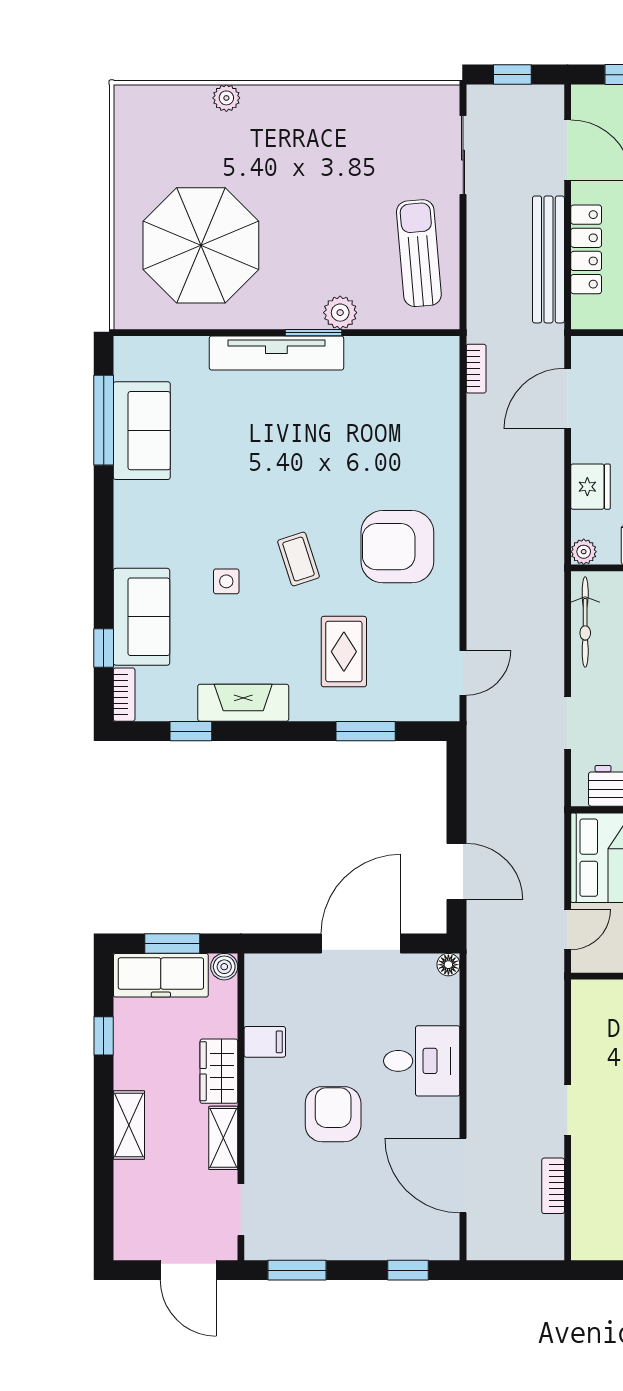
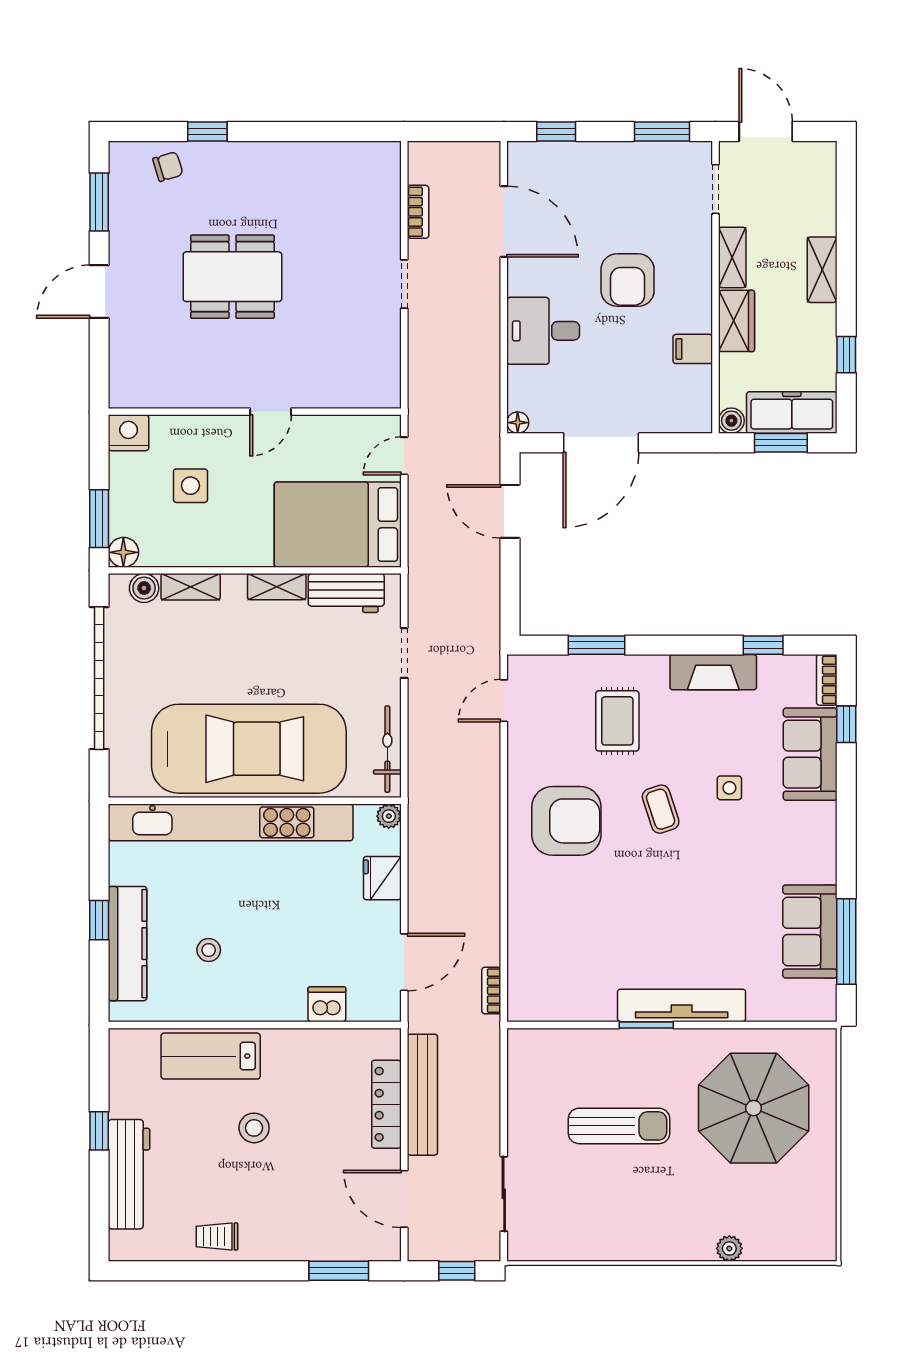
sun lounger: (419, 253) -> (619, 1126), moved, turned -85
plant: (340, 313) -> (621, 1044), removed

